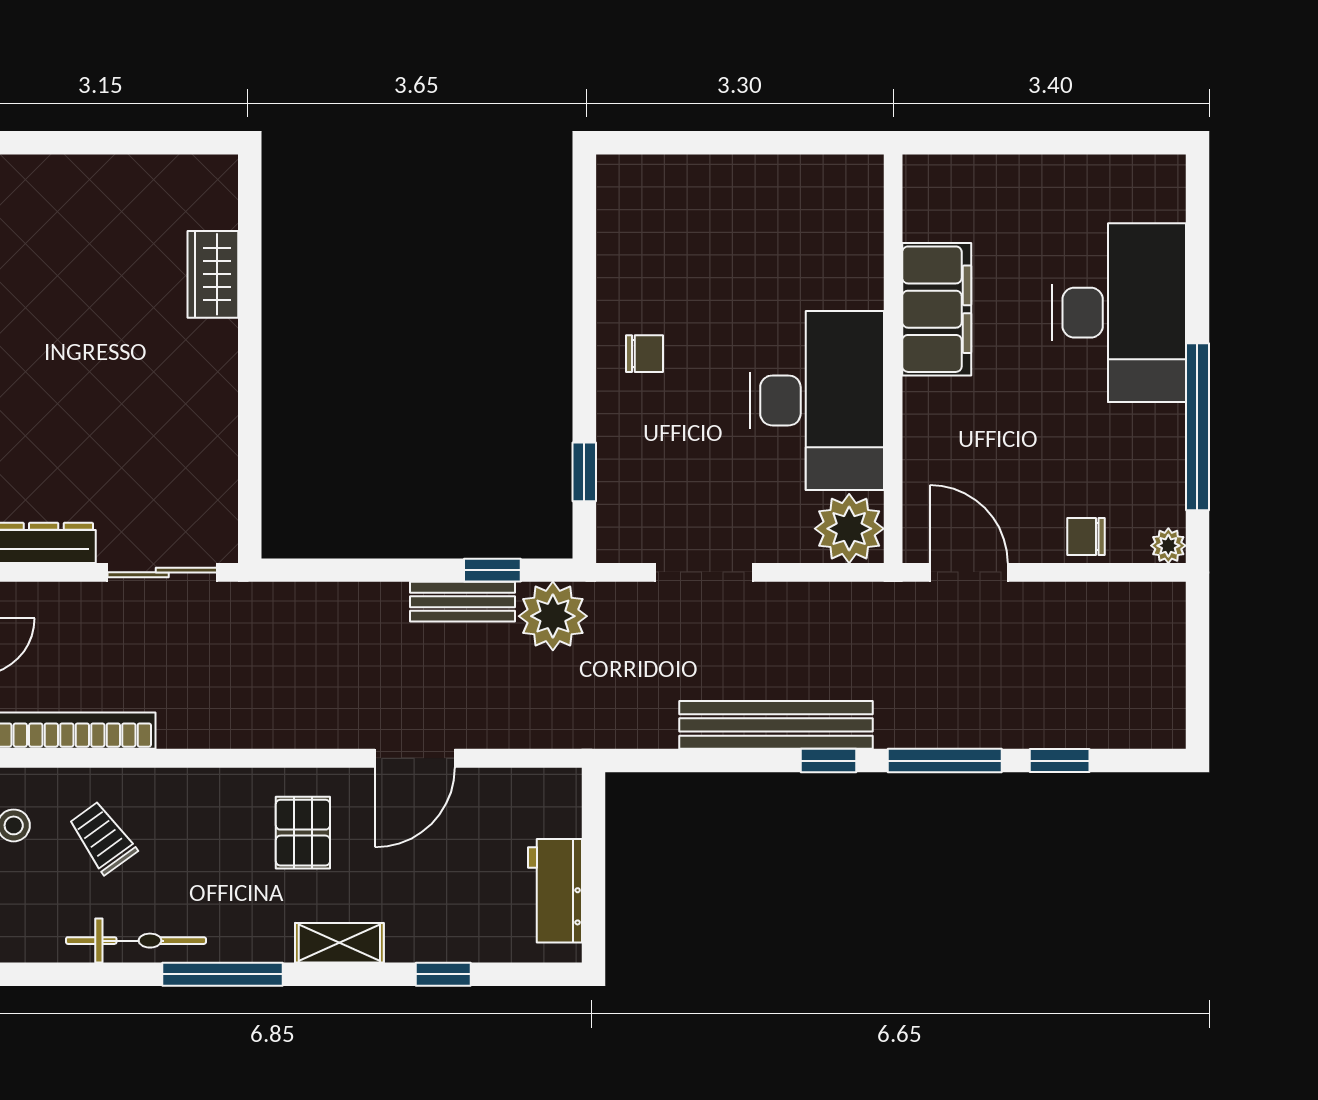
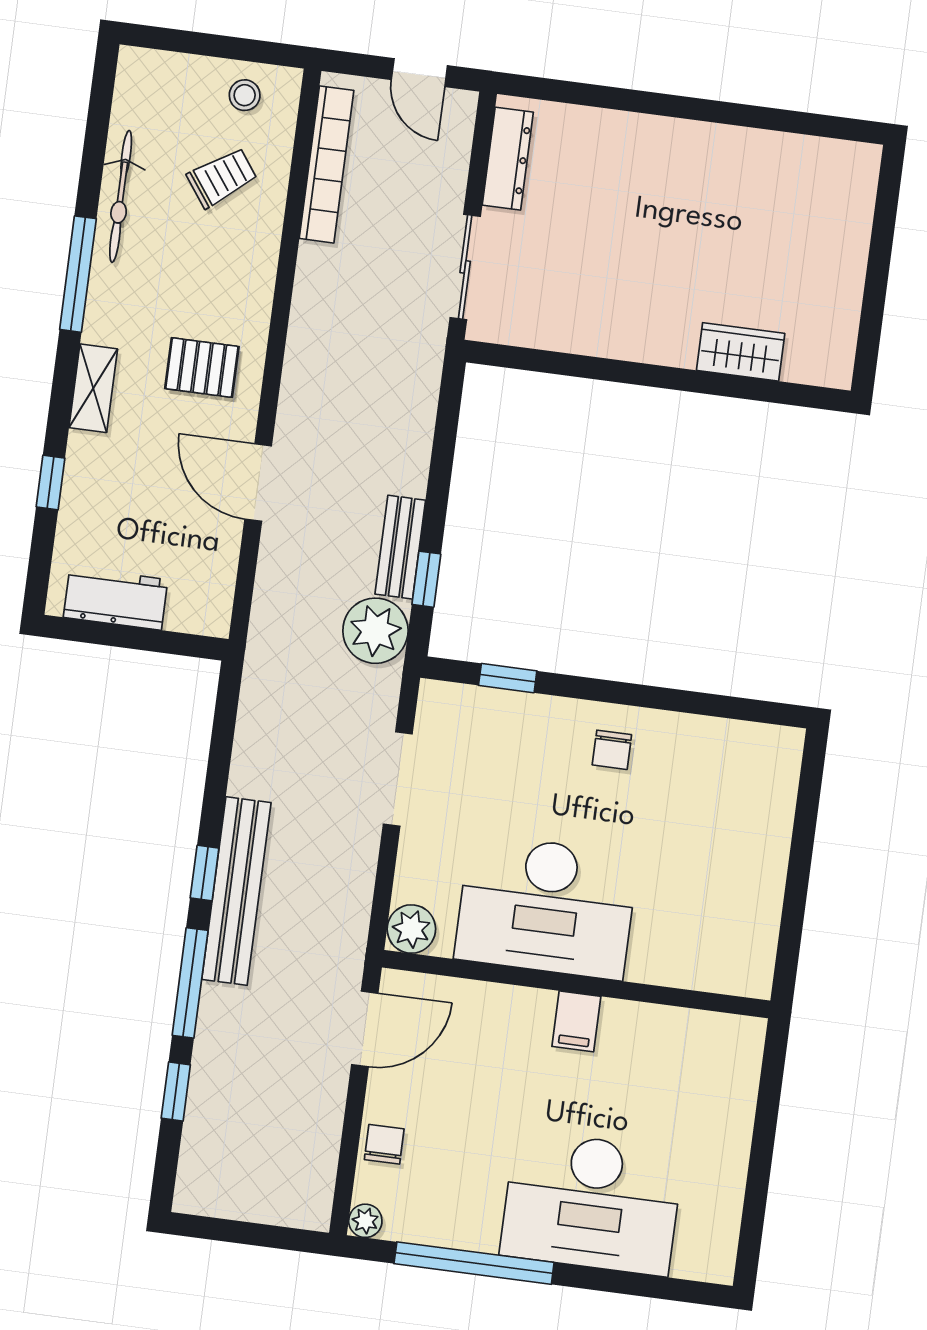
filing cabinet: (937, 309) -> (576, 1021), width x0.33, depth x0.86
plant: (849, 529) -> (411, 929), width x0.73, depth x0.73
bench: (776, 725) -> (236, 891), moved

